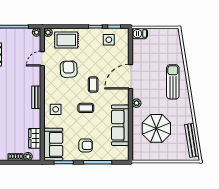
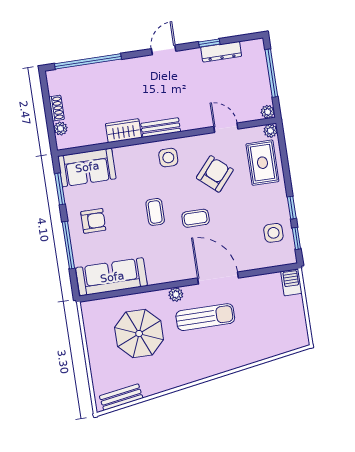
armchair: (69, 69) -> (215, 174), turned -46
sun lounger: (173, 82) -> (205, 317), moved
side table: (56, 109) -> (168, 158), moved
sofa: (120, 125) -> (112, 277), moved
wardrobe: (35, 138) -> (123, 131), moved
bench: (192, 140) -> (121, 397), width x0.73
armchair: (86, 145) -> (93, 221), turned -90

